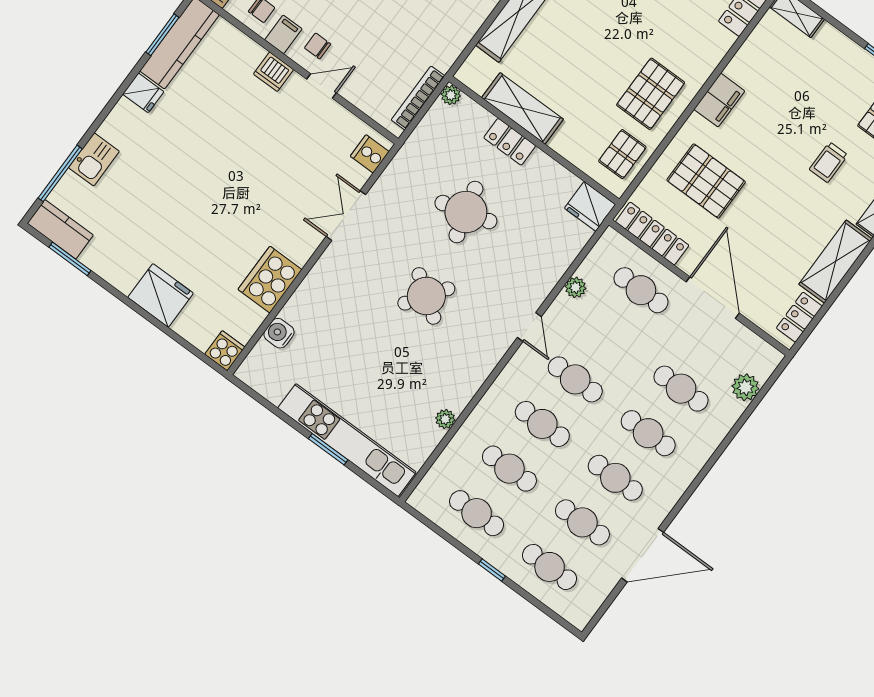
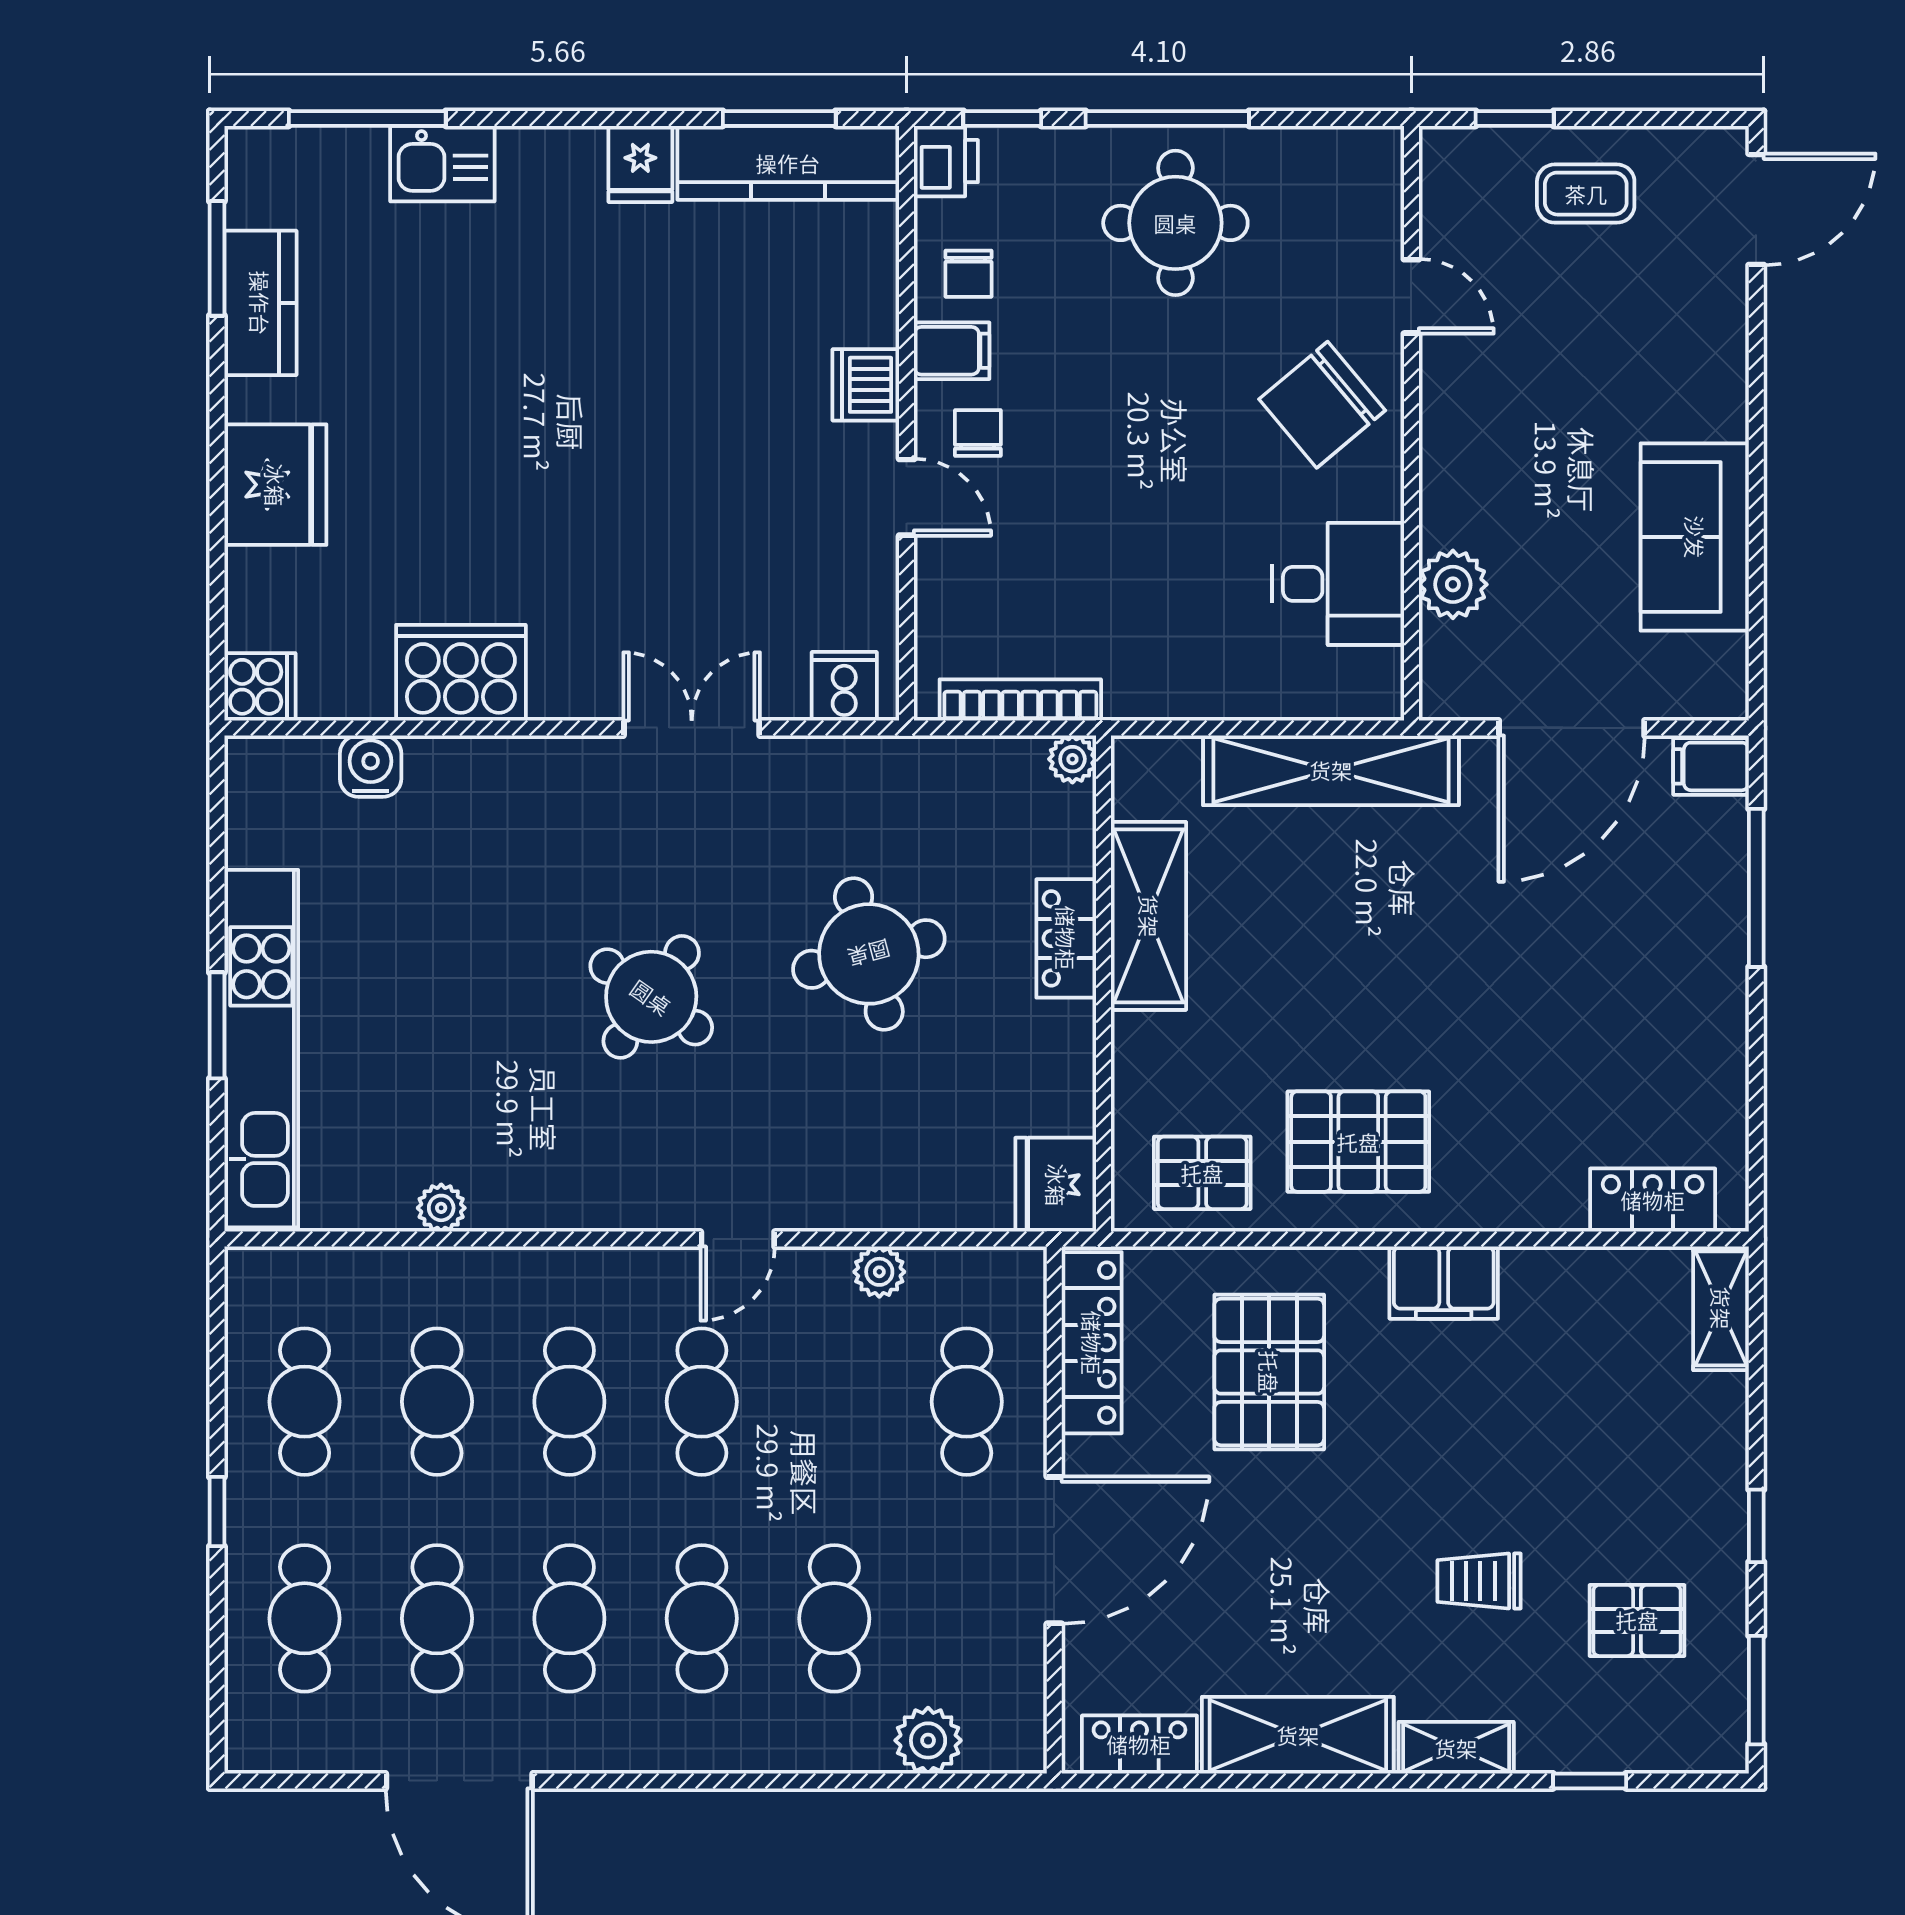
kitchen counter: (60, 229) -> (260, 303), moved

